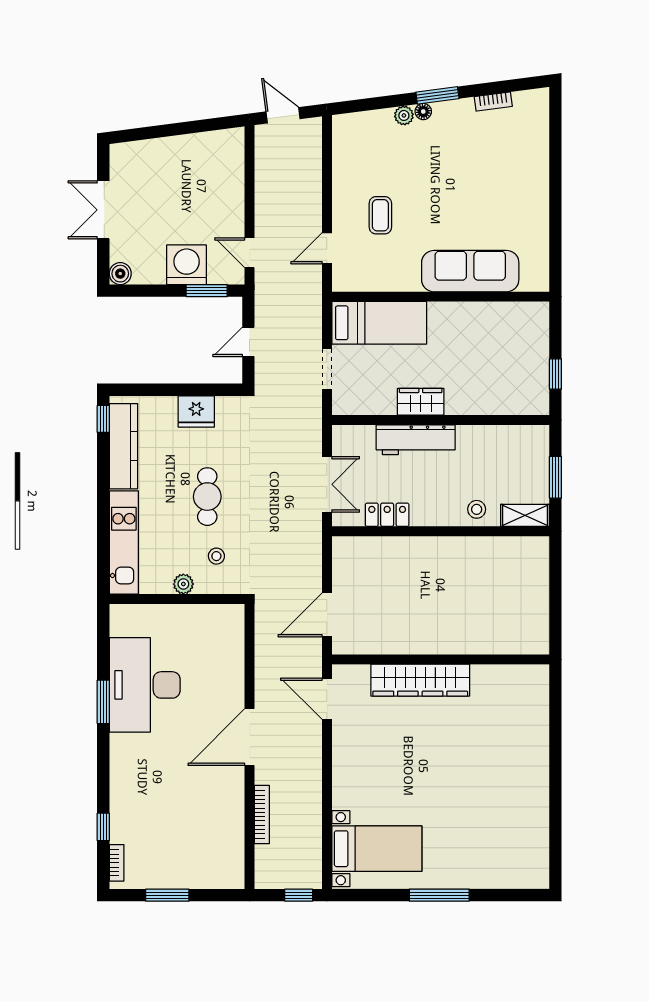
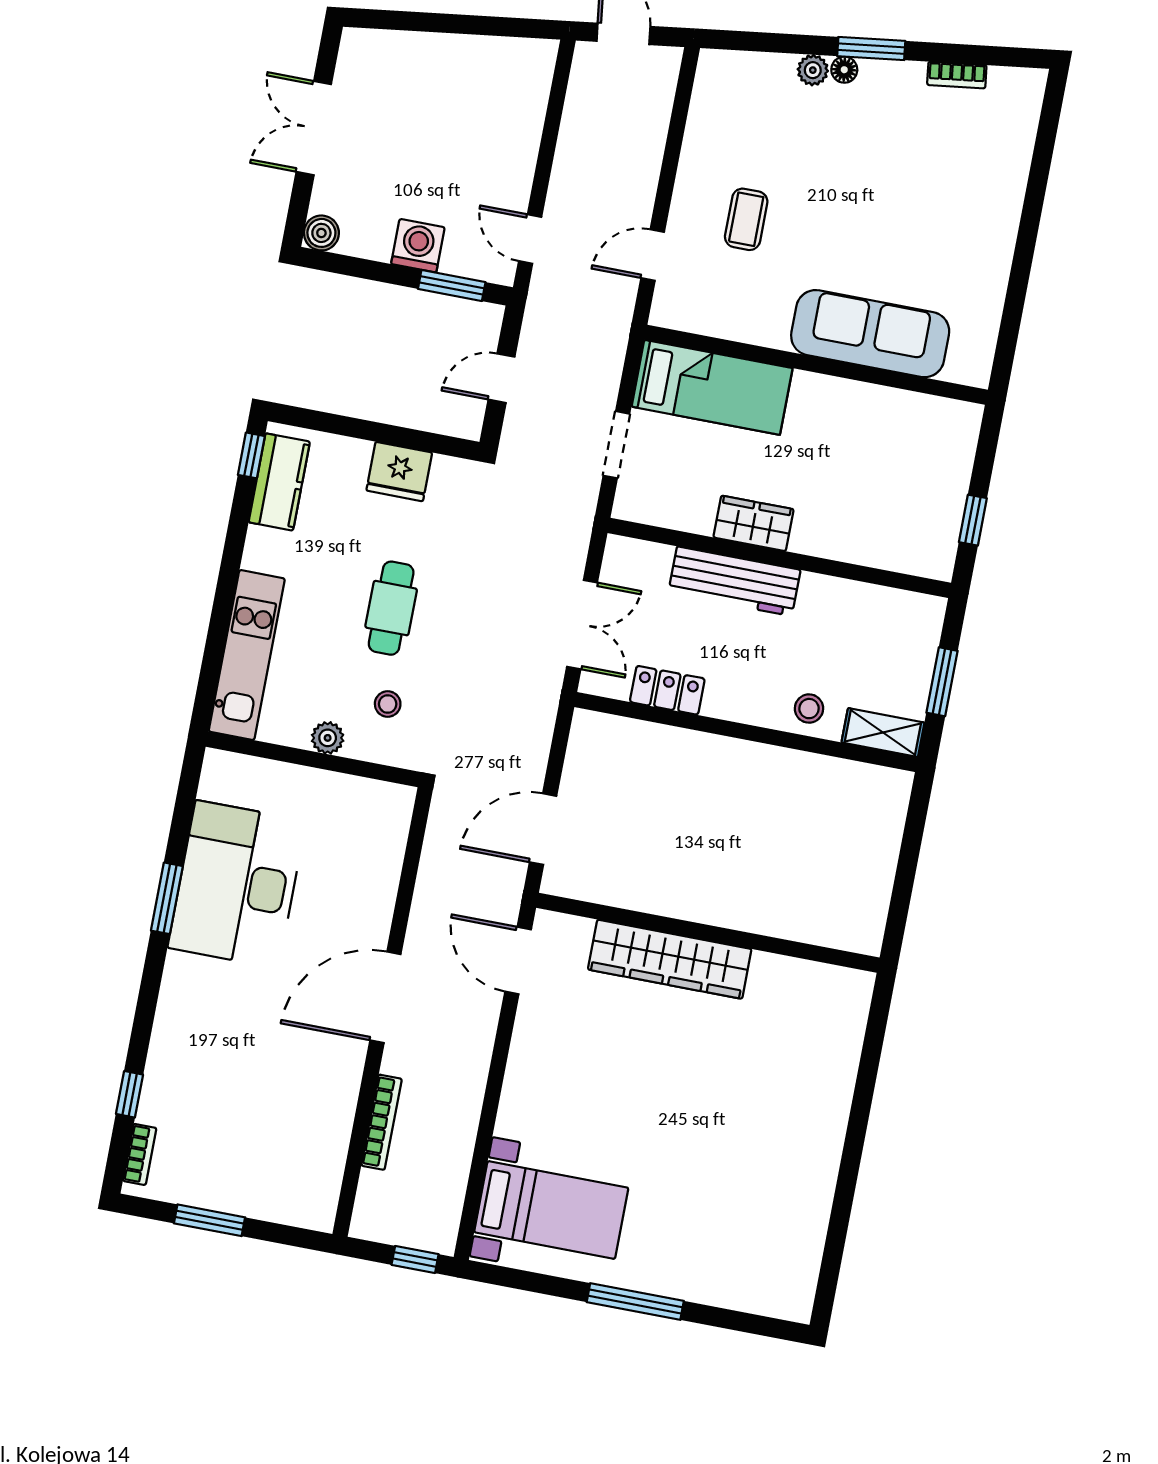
washing machine: (187, 265) -> (418, 246), width x0.73, depth x0.73
kitchen counter: (123, 446) -> (279, 482), width x0.67

